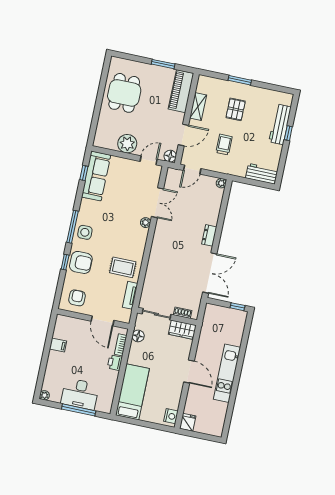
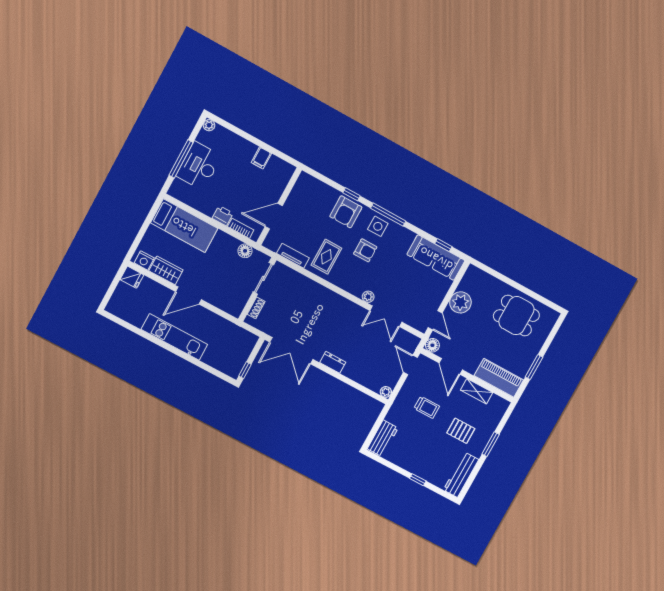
workbench: (280, 124) -> (461, 475), moved, turned -90
armchair: (77, 298) -> (365, 250), moved
wardrobe: (182, 330) -> (166, 270), moved, turned 90

